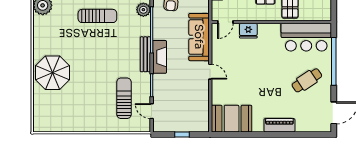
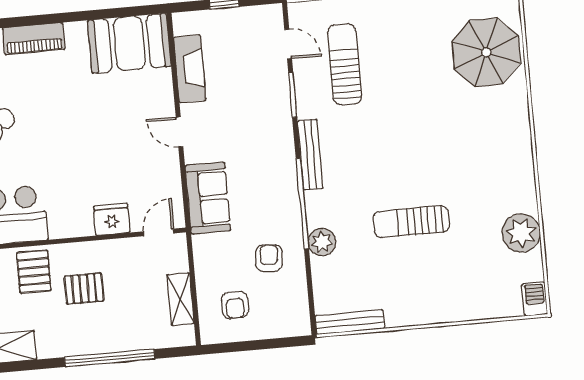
sofa: (199, 37) -> (208, 198), width x0.73
fireplace: (160, 57) -> (190, 69), moved, turned 180
parasol: (52, 73) -> (486, 52), moved
sun lounger: (124, 98) -> (345, 64), turned 180

